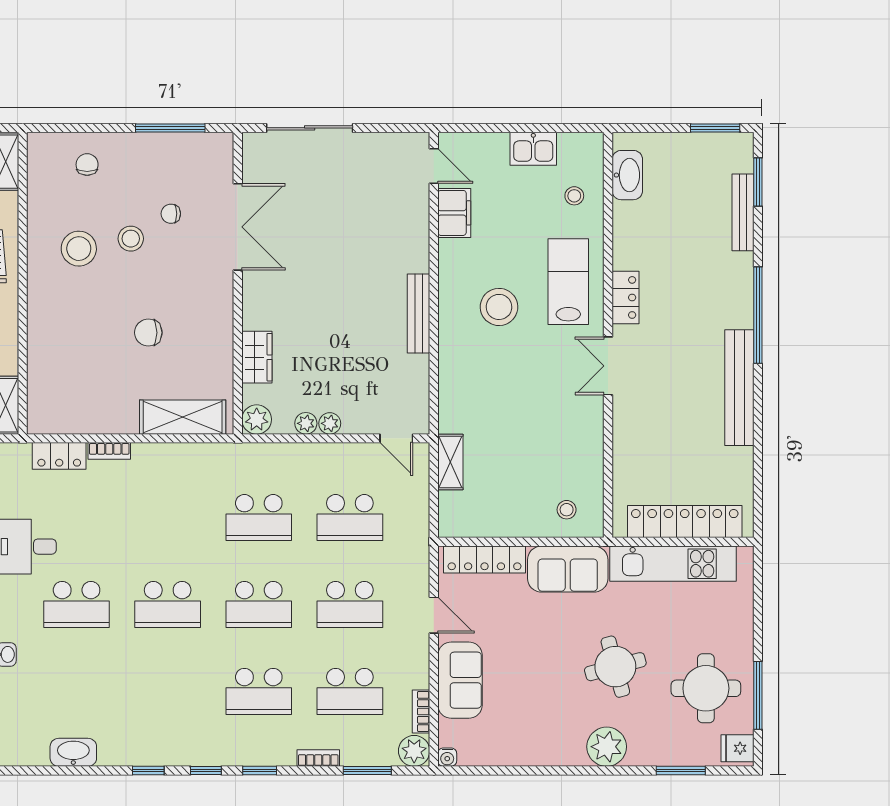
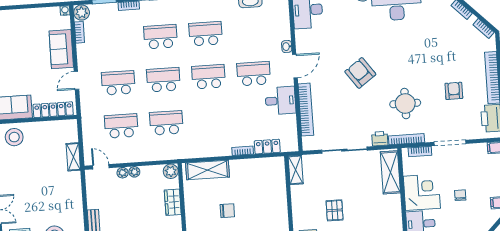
plant: (306, 423) -> (123, 173), moved
stool: (567, 510) -> (14, 137), width x1.89, depth x1.89
door: (434, 615) -> (76, 80), hinge flipped
school desk: (350, 691) -> (206, 34), moved

